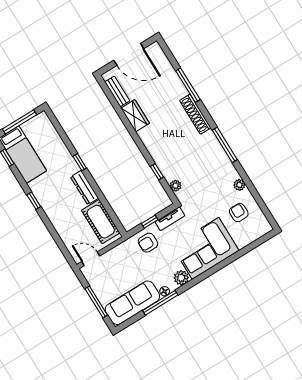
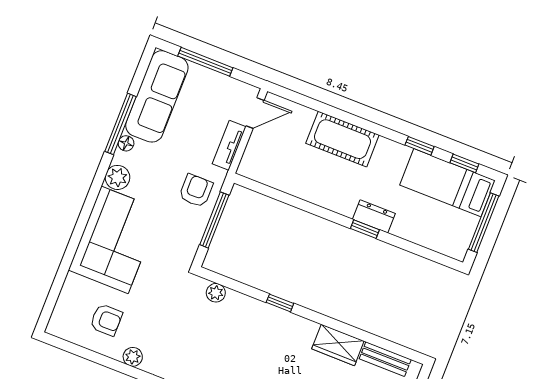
window: (157, 172) -> (280, 303), moved
dresser: (85, 188) -> (374, 216), moved, width x0.70
window: (34, 201) -> (420, 146), moved
tv unit: (170, 219) -> (229, 145), moved
cot: (101, 222) -> (342, 139), moved
window: (150, 222) -> (214, 220), width x2.17

